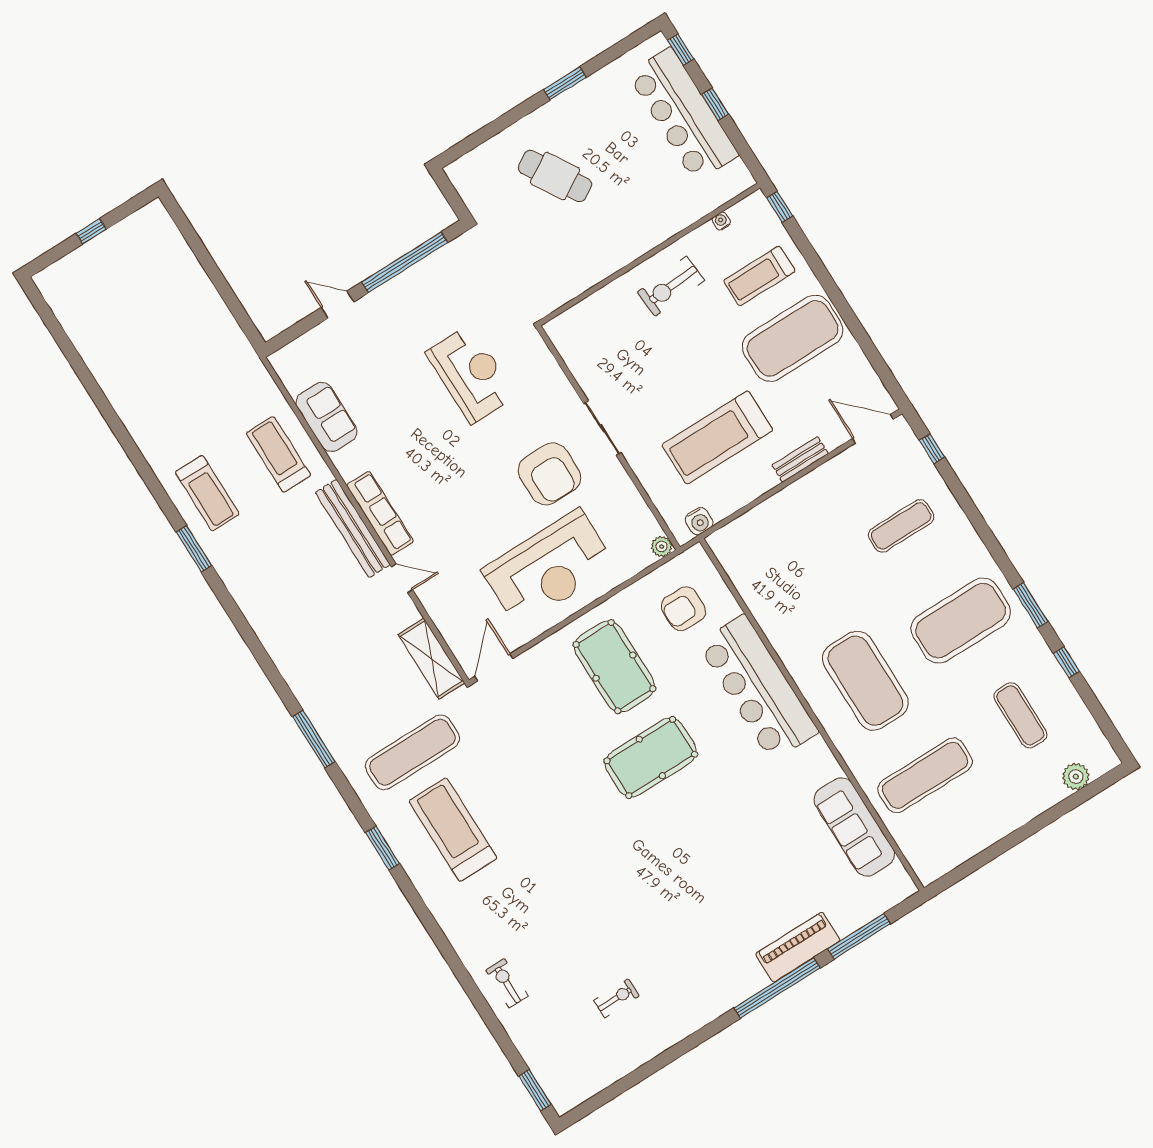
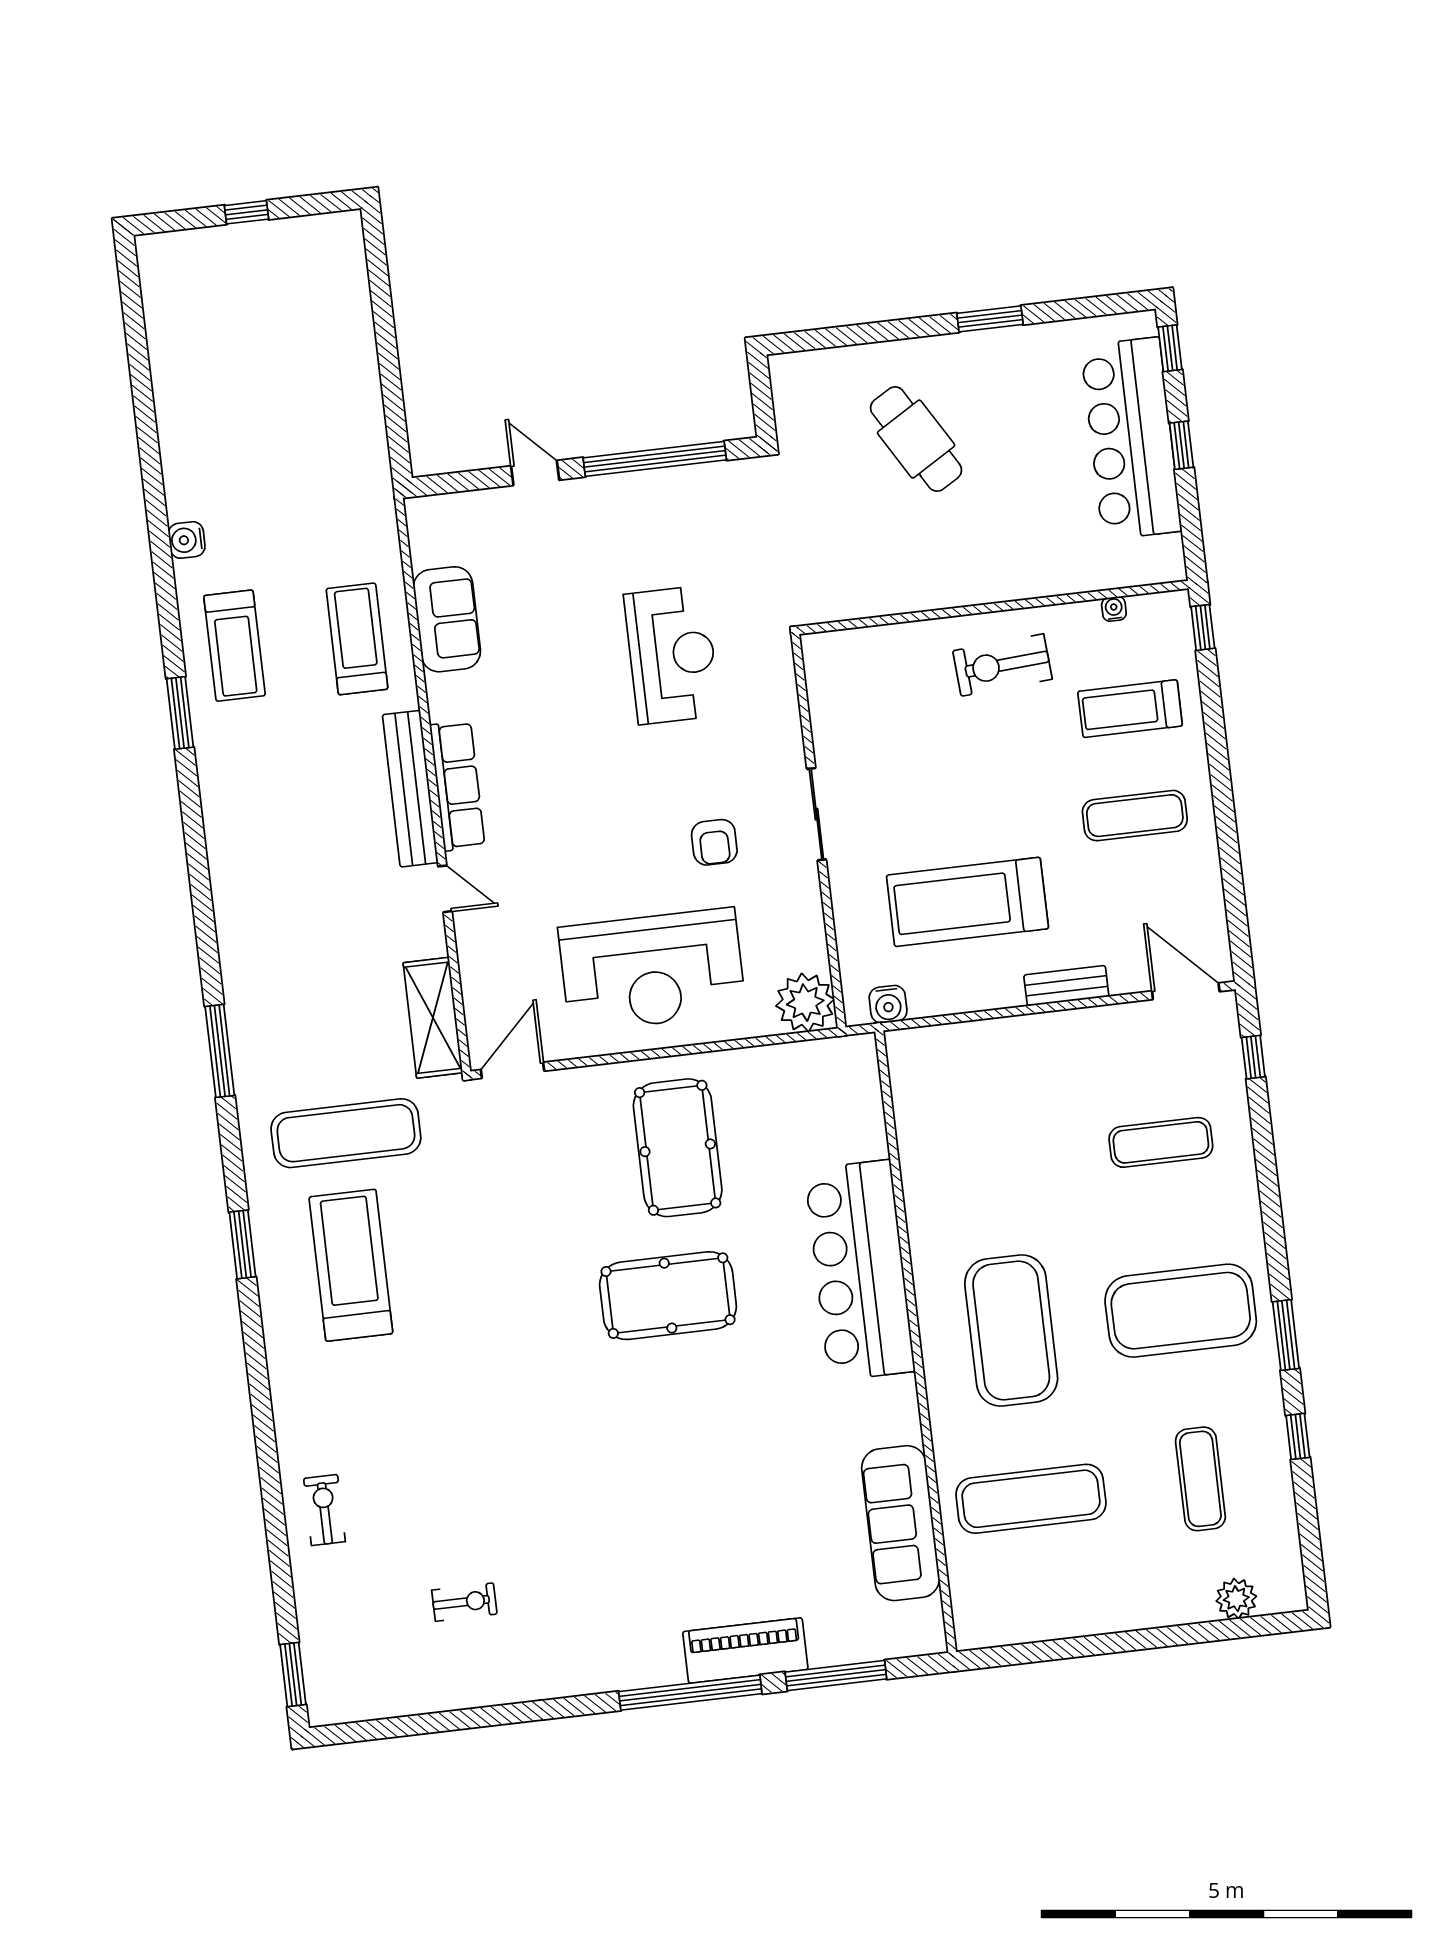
exercise mat: (793, 338) -> (1135, 816), width x0.50, depth x0.69
water cooler: (149, 444) -> (187, 540), added
armchair: (549, 474) -> (714, 842), width x0.53, depth x0.53
plant: (662, 547) -> (805, 1003), width x1.87, depth x1.87
armchair: (683, 609) -> (810, 1114), removed

